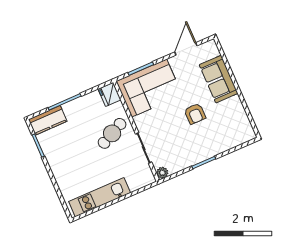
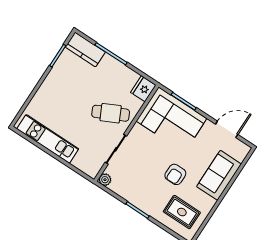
rug: (228, 128) -> (182, 212), added

